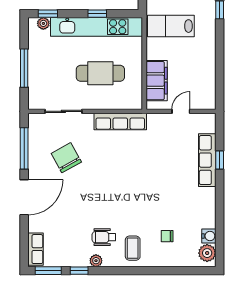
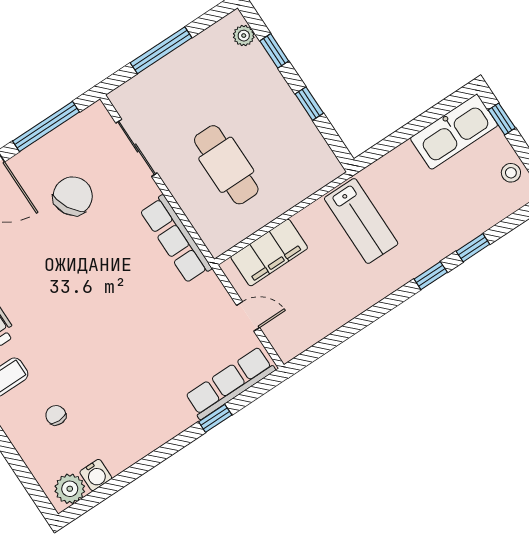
window: (48, 14) -> (274, 51), moved
lab bench: (171, 26) -> (361, 221), turned 180
kitchen unit: (97, 27) -> (289, 115), removed
row of seats: (207, 160) -> (230, 383), moved

